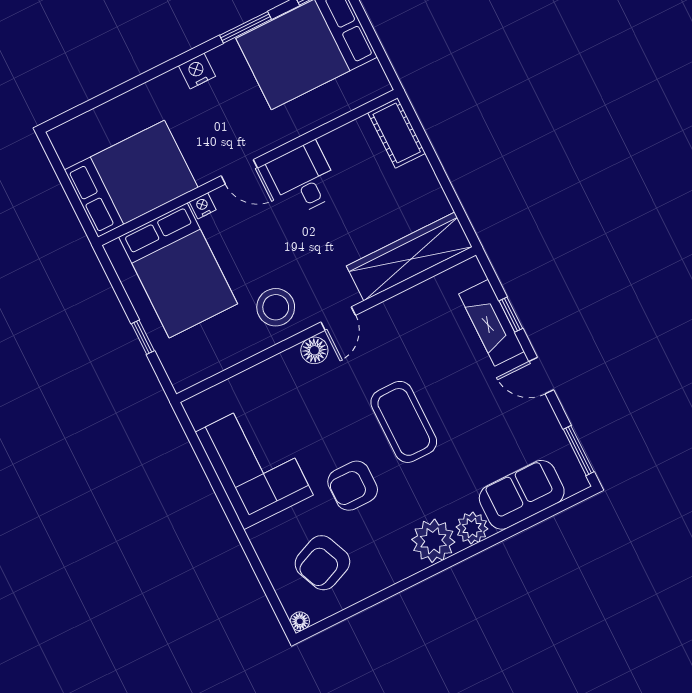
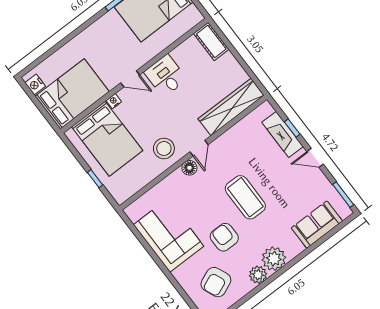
nightstand: (197, 71) -> (35, 84), moved, turned -90
armchair: (353, 486) -> (224, 237), turned 90
plant: (472, 528) -> (258, 275), moved

